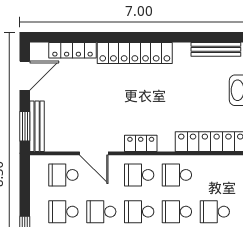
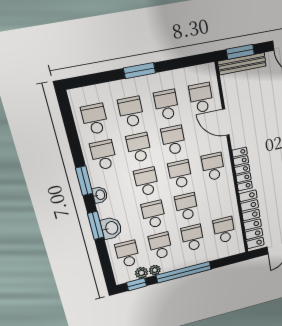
locker: (141, 143) -> (242, 169), width x1.53
door: (94, 153) -> (226, 122), hinge flipped
school desk: (177, 175) -> (224, 230), moved

